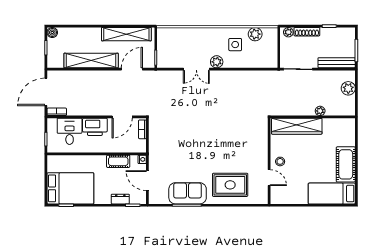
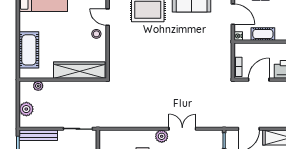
plant: (320, 111) -> (38, 86), moved
cot: (346, 164) -> (29, 50), moved

